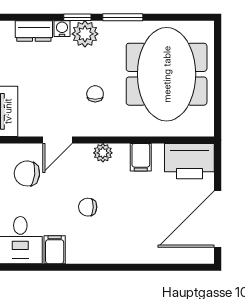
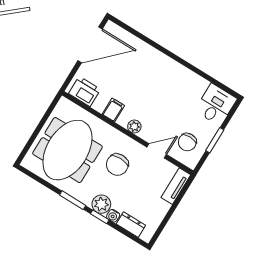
chair: (95, 94) -> (117, 165), width x1.87, depth x1.87
printer: (189, 161) -> (85, 91), width x0.73, depth x0.84
chair: (27, 173) -> (187, 142), turned 84
chair: (88, 207) -> (163, 100), removed
filing cabinet: (55, 250) -> (199, 86), removed

